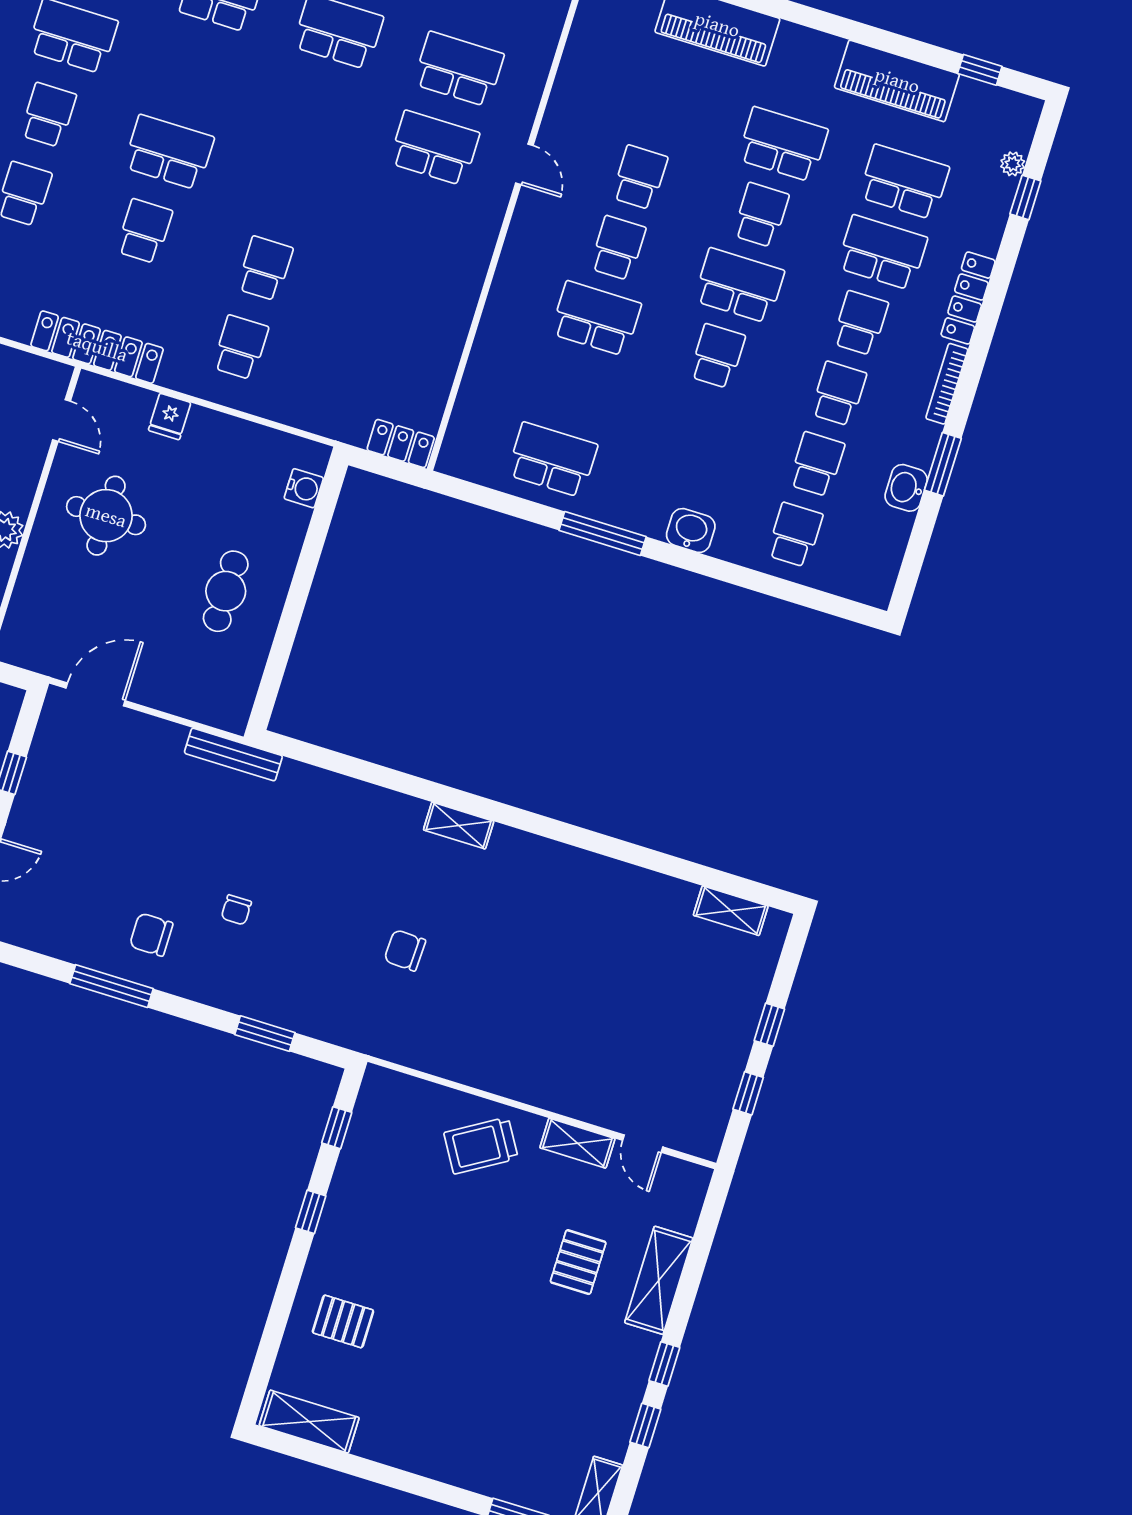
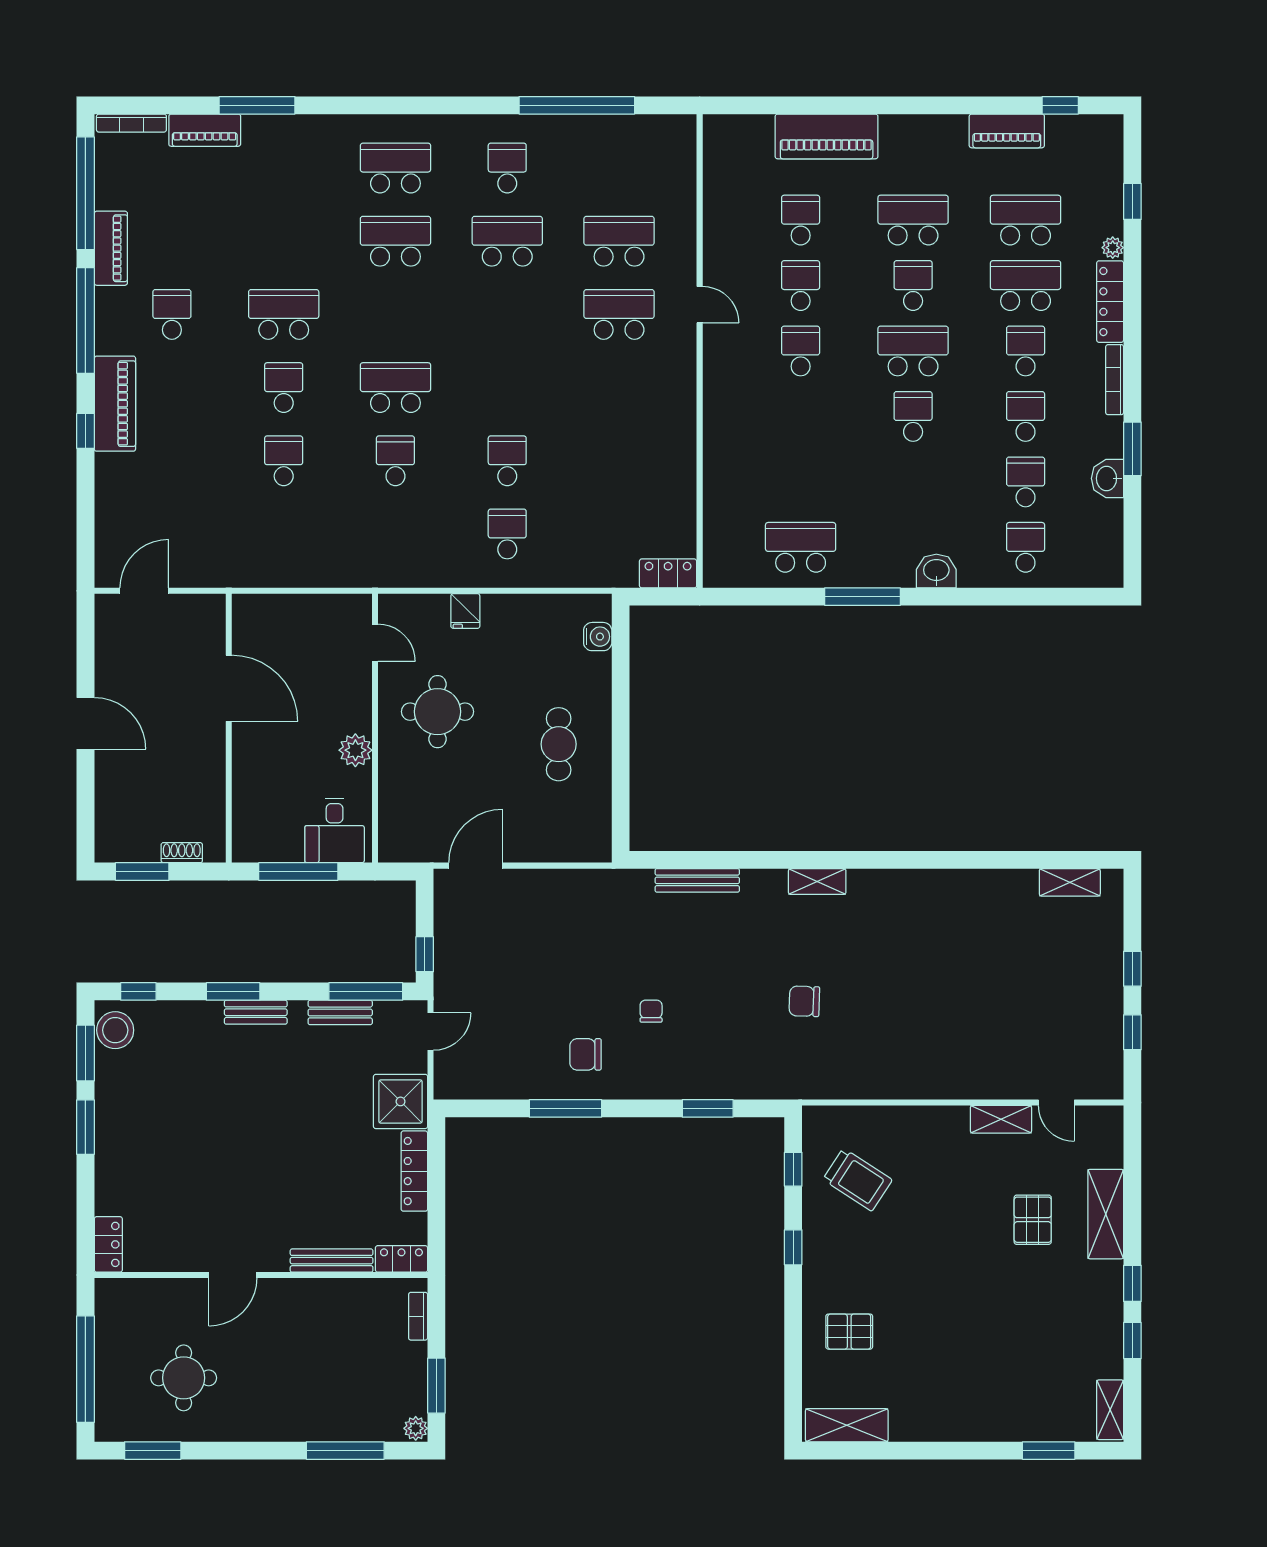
piano: (897, 81) -> (1007, 131), width x0.73, depth x0.75
plant: (1013, 164) -> (1113, 248), moved
school desk: (596, 319) -> (801, 220), moved, width x0.54
locker: (97, 347) -> (386, 571), removed
bench: (233, 754) -> (697, 880), moved
chair: (236, 910) -> (651, 1011), turned 180
trolley: (481, 1146) -> (857, 1180), moved, turned -116

